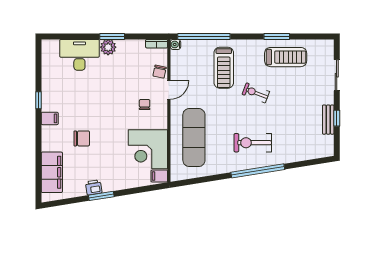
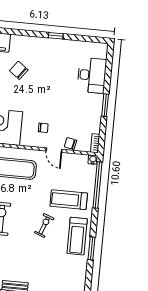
plant: (108, 47) -> (96, 101), removed
treadmill: (286, 57) -> (77, 236), moved
filing cabinet: (50, 118) -> (39, 44), removed
chair: (82, 138) -> (19, 70), turned 127

